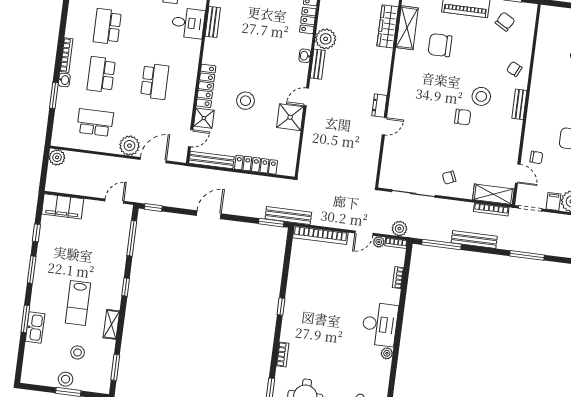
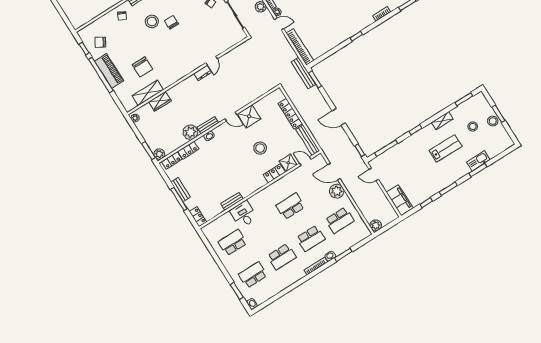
wardrobe: (388, 26) -> (160, 101), width x0.67
locker: (206, 86) -> (274, 173), width x0.66
school desk: (95, 122) -> (340, 220), turned -90
door: (384, 126) -> (212, 61), swing flipped

